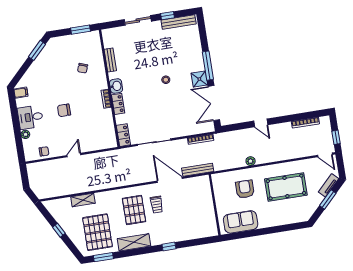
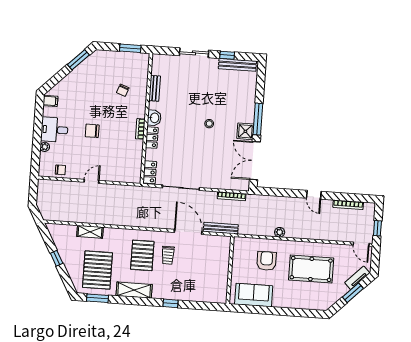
door: (261, 123) -> (314, 195), moved

